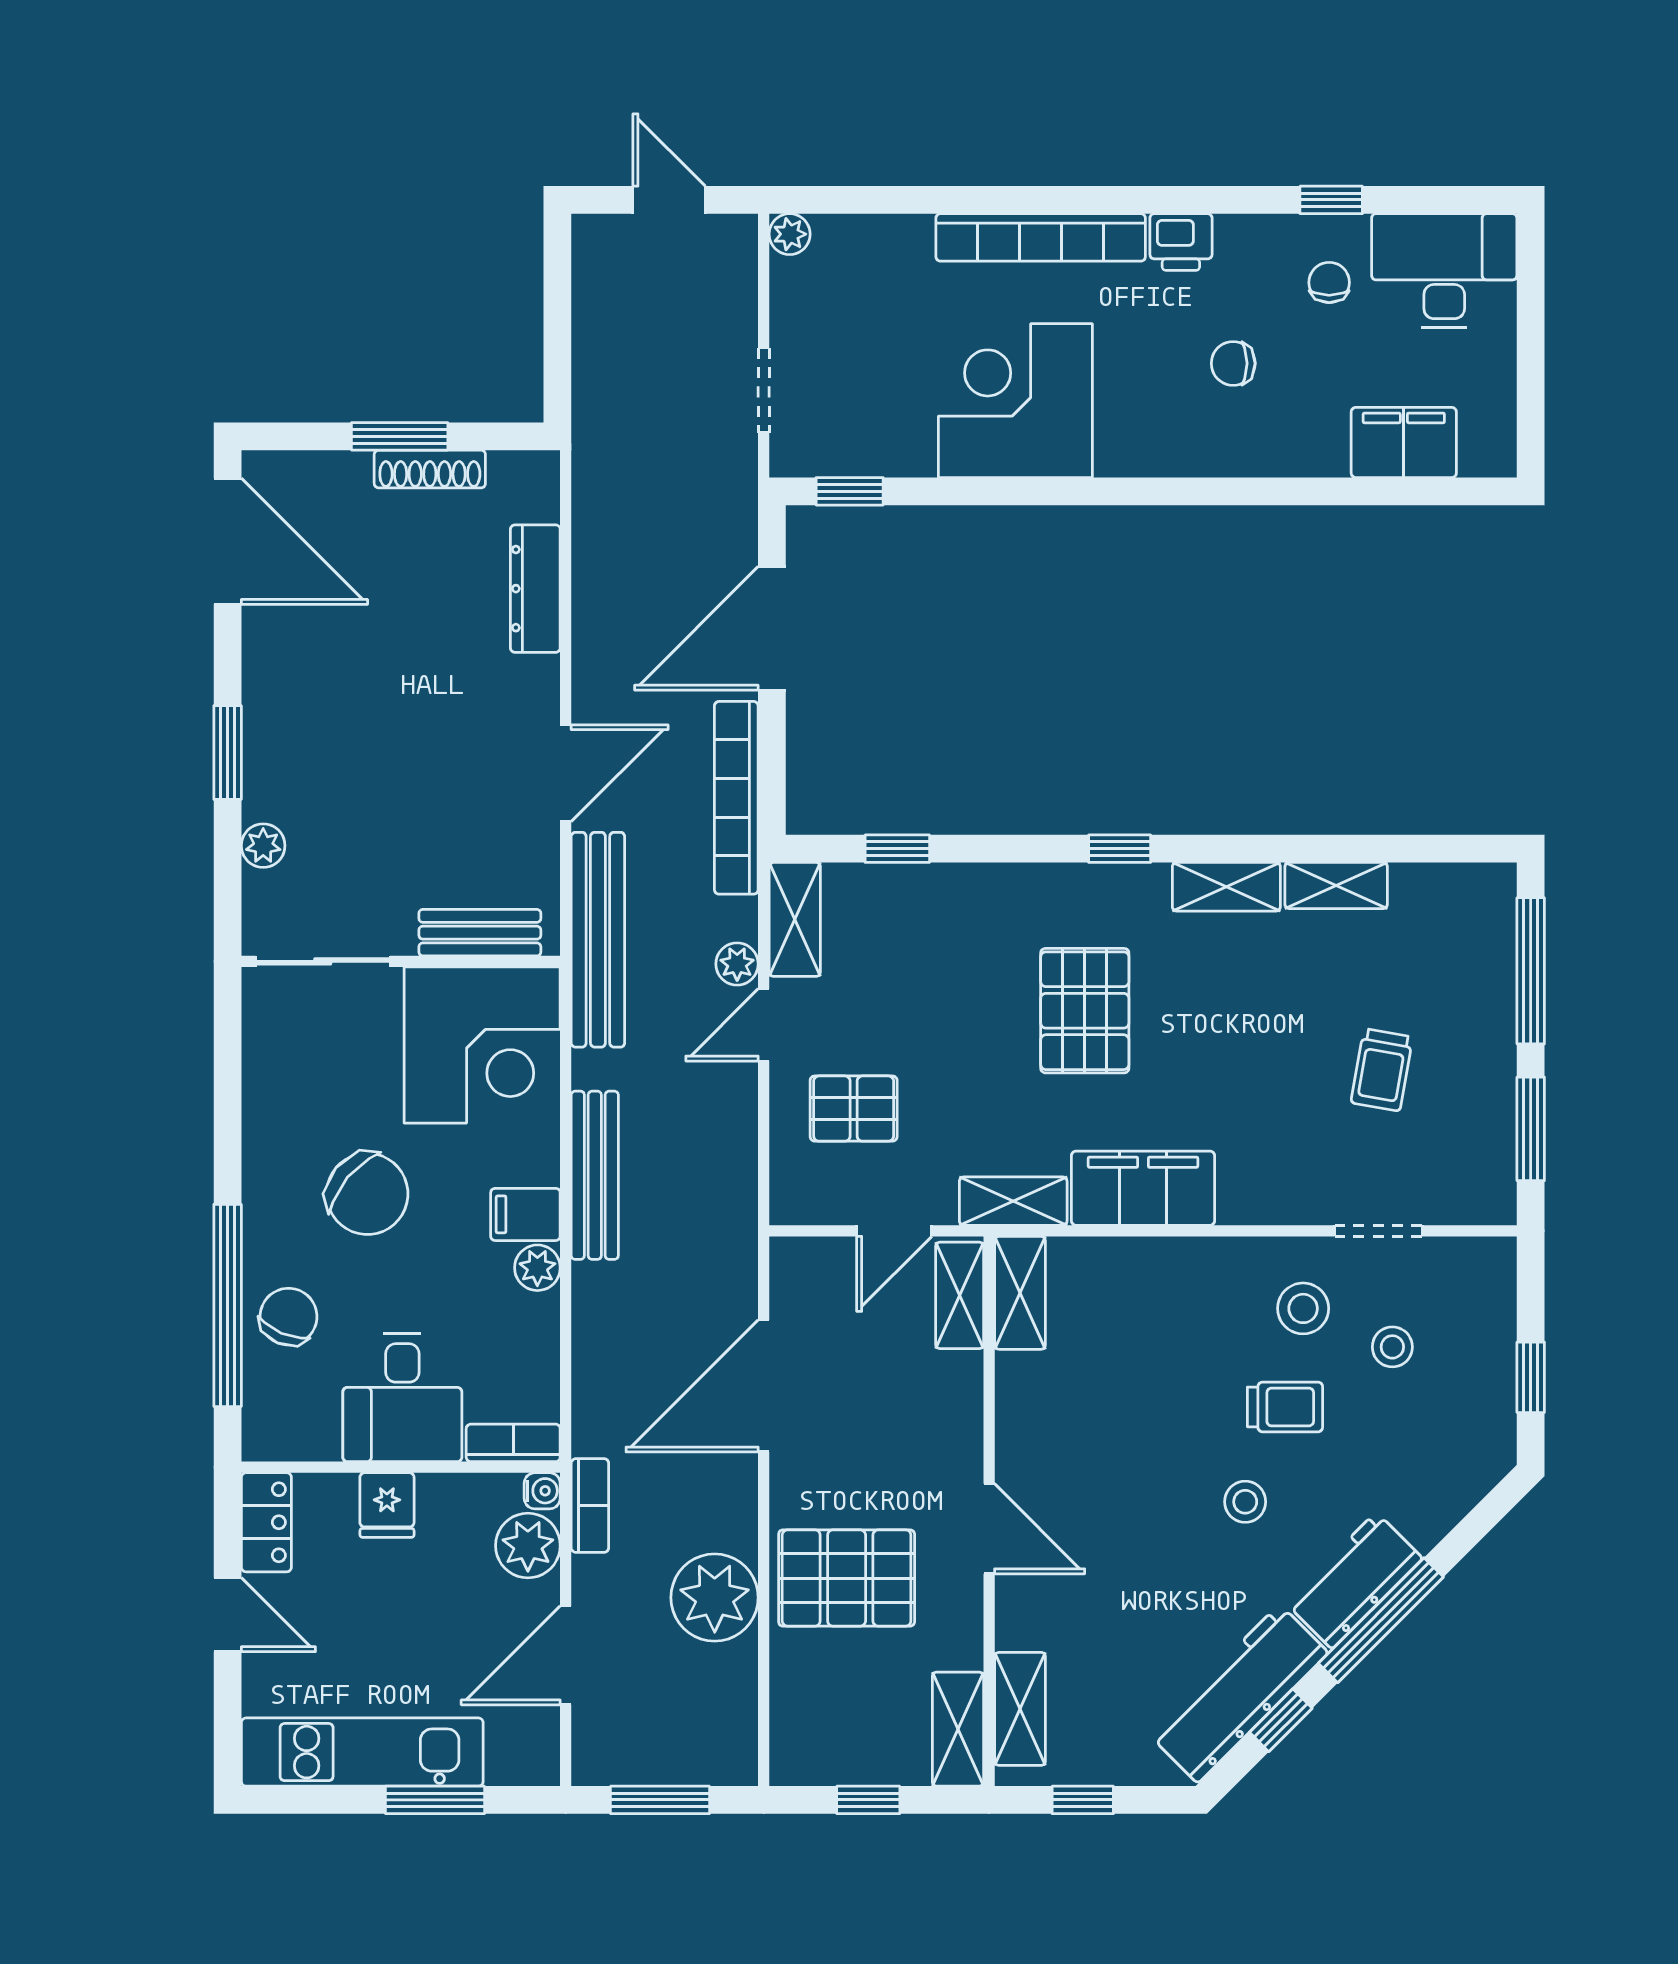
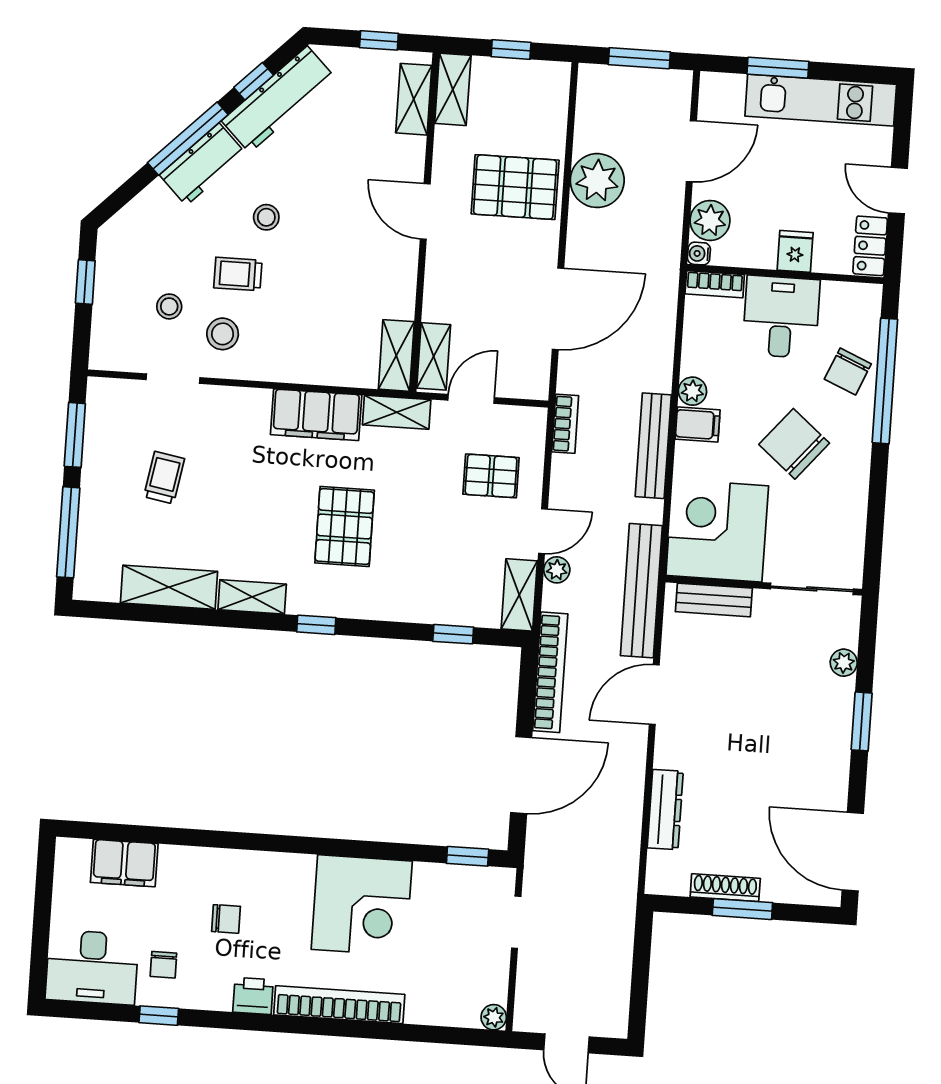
shelving: (1336, 886) -> (169, 587), width x1.50, depth x1.33
bookcase: (590, 1506) -> (565, 424), moved, turned 180

